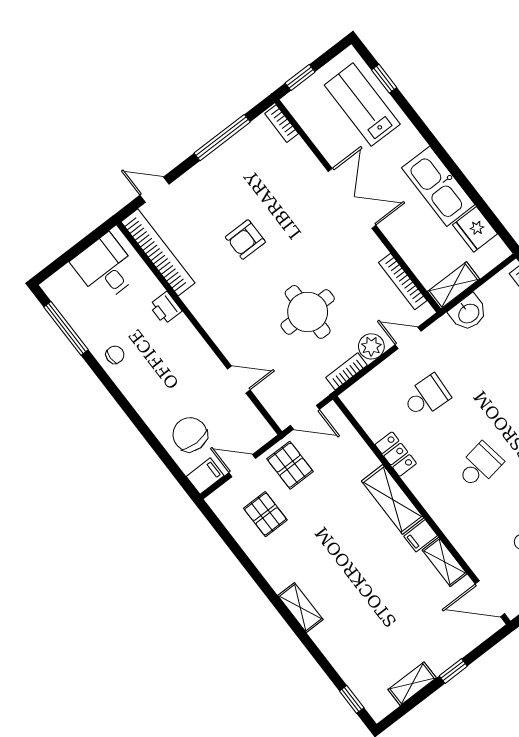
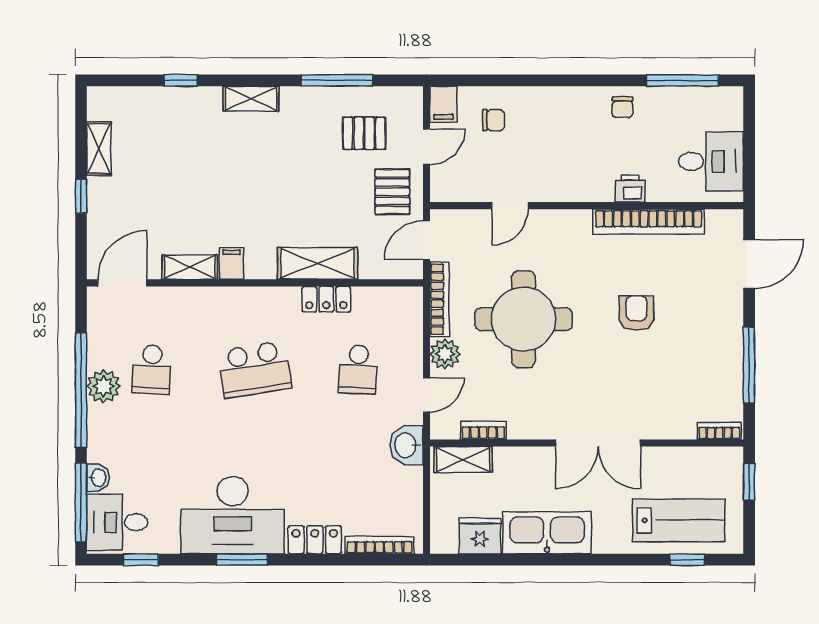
door: (154, 190) -> (749, 264), width x1.38
bookcase: (158, 252) -> (649, 222), moved
bookcase: (403, 281) -> (483, 431), width x0.64
shelving: (454, 285) -> (463, 460), moved, turned 90
round table: (308, 312) -> (523, 319), width x1.36, depth x1.36
washbasin: (468, 313) -> (406, 445), moved
bookcase: (347, 371) -> (439, 299), width x1.56
chair: (190, 434) -> (494, 120), width x0.54, depth x0.54
pallet: (290, 465) -> (392, 192), turned 90
school desk: (480, 466) -> (255, 369), width x1.85
shelving: (393, 499) -> (318, 263), moved
window: (244, 559) -> (337, 80), added
window: (352, 699) -> (181, 80), moved

